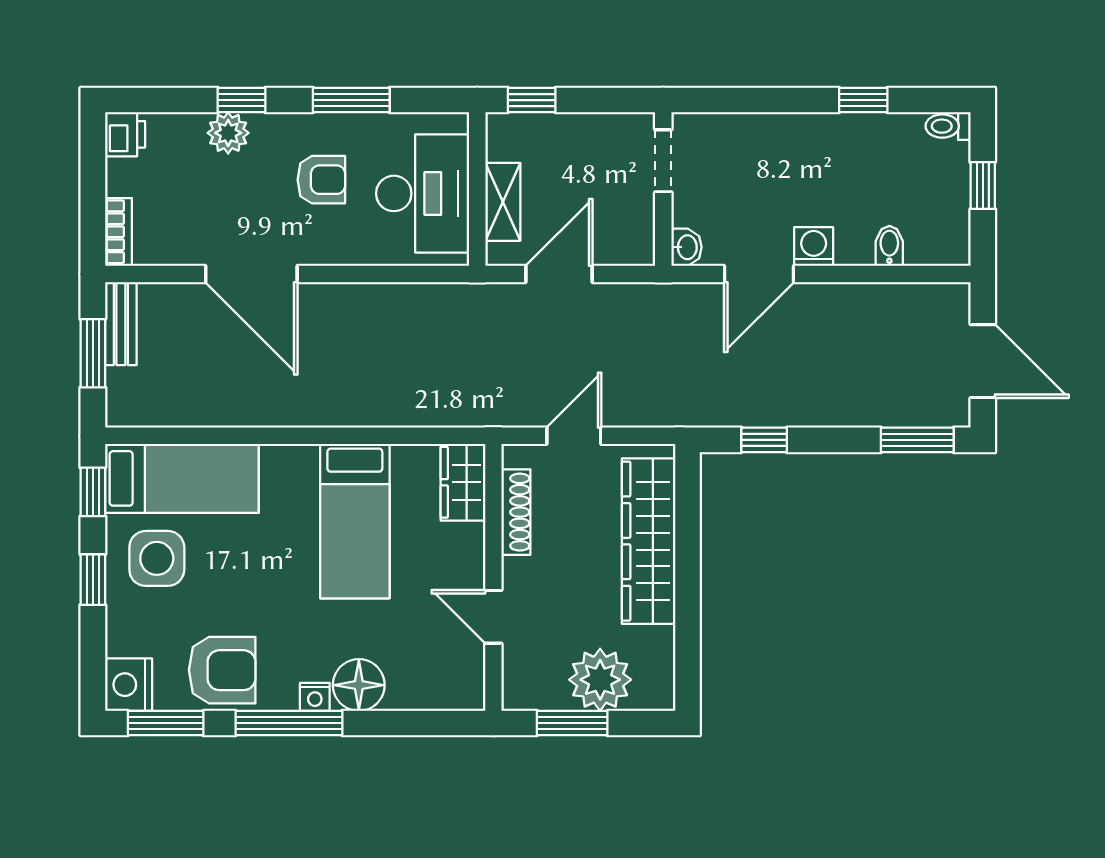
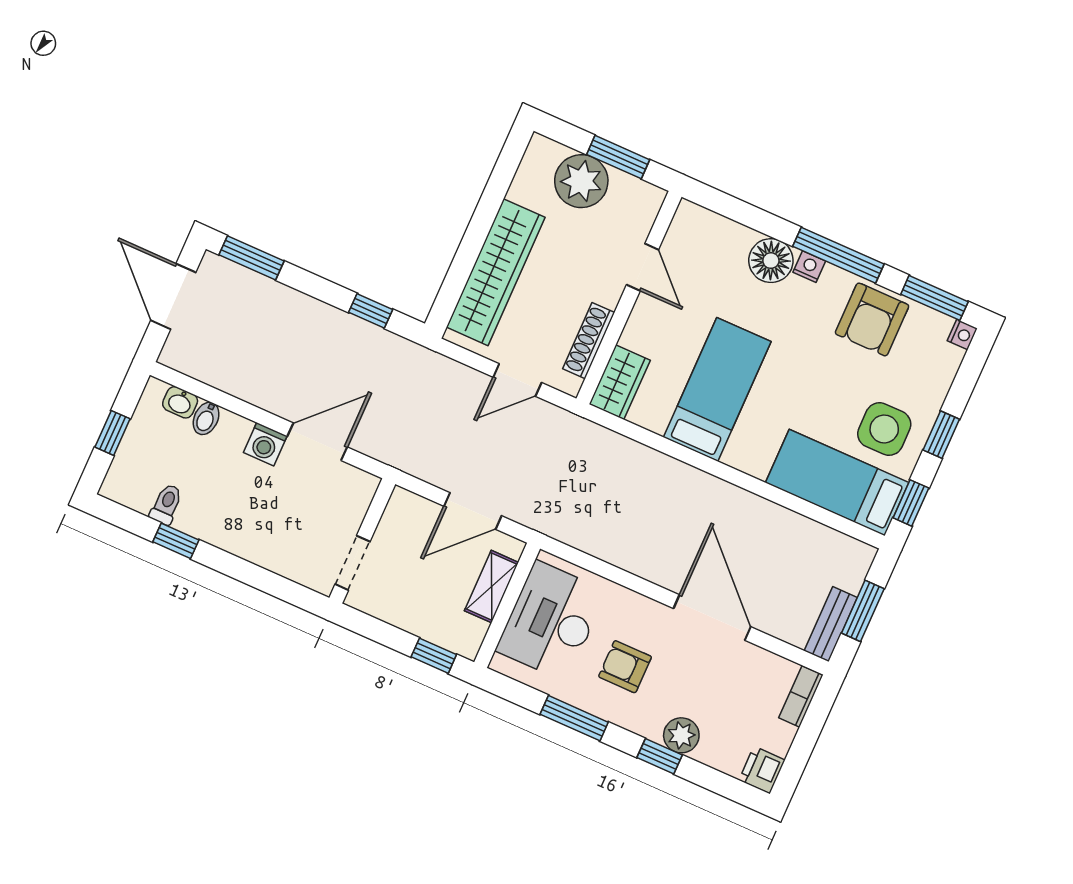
toilet: (948, 126) -> (166, 504), moved, turned -90
washbasin: (686, 247) -> (180, 402), moved, turned -90
armchair: (222, 670) -> (872, 319), turned -90
nightstand: (129, 685) -> (962, 335), width x0.53, depth x0.56

